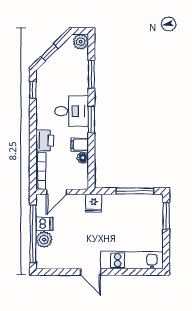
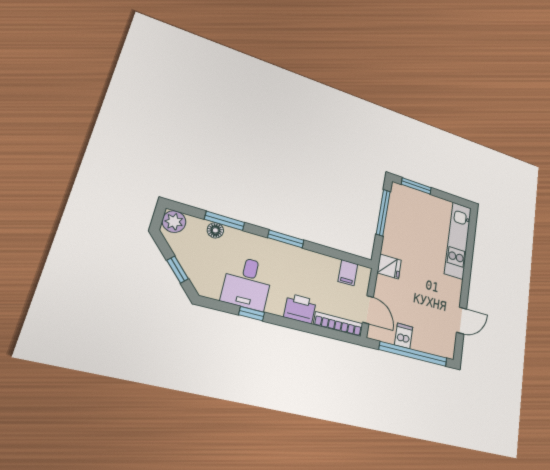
window: (33, 90) -> (252, 314), moved
desk: (72, 111) -> (247, 283), moved, turned 180
filing cabinet: (80, 145) -> (348, 273), moved
floor lamp: (83, 158) -> (215, 230), moved
plant: (44, 240) -> (422, 341), removed
door: (90, 272) -> (462, 321), moved

